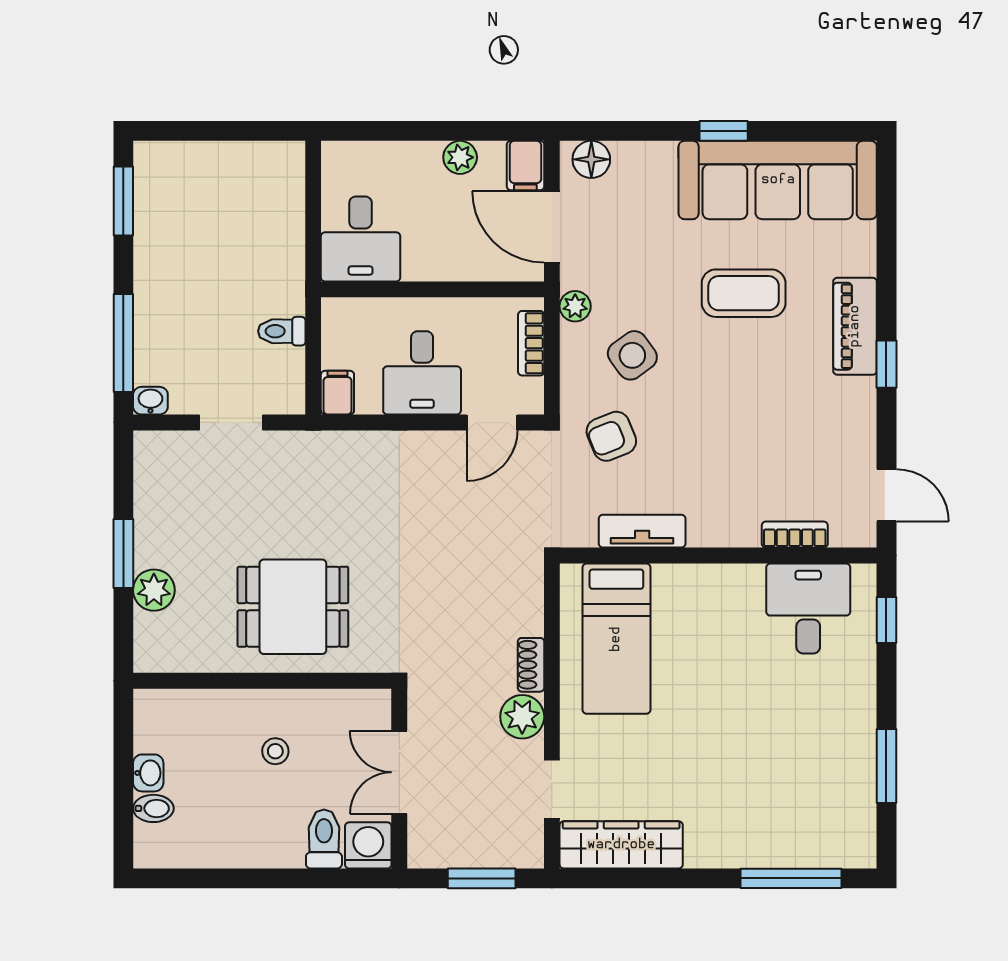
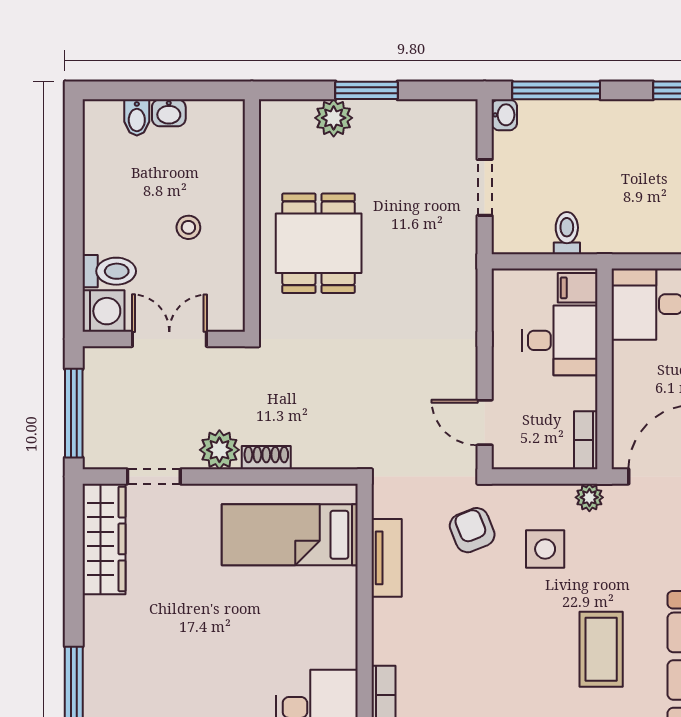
bookcase: (531, 343) -> (586, 440), moved, turned -90
side table: (632, 355) -> (545, 549), turned 36
desk: (422, 373) -> (560, 340), moved, turned 180
filing cabinet: (337, 393) -> (578, 288), moved, turned 180
window: (482, 878) -> (74, 413), width x1.44

